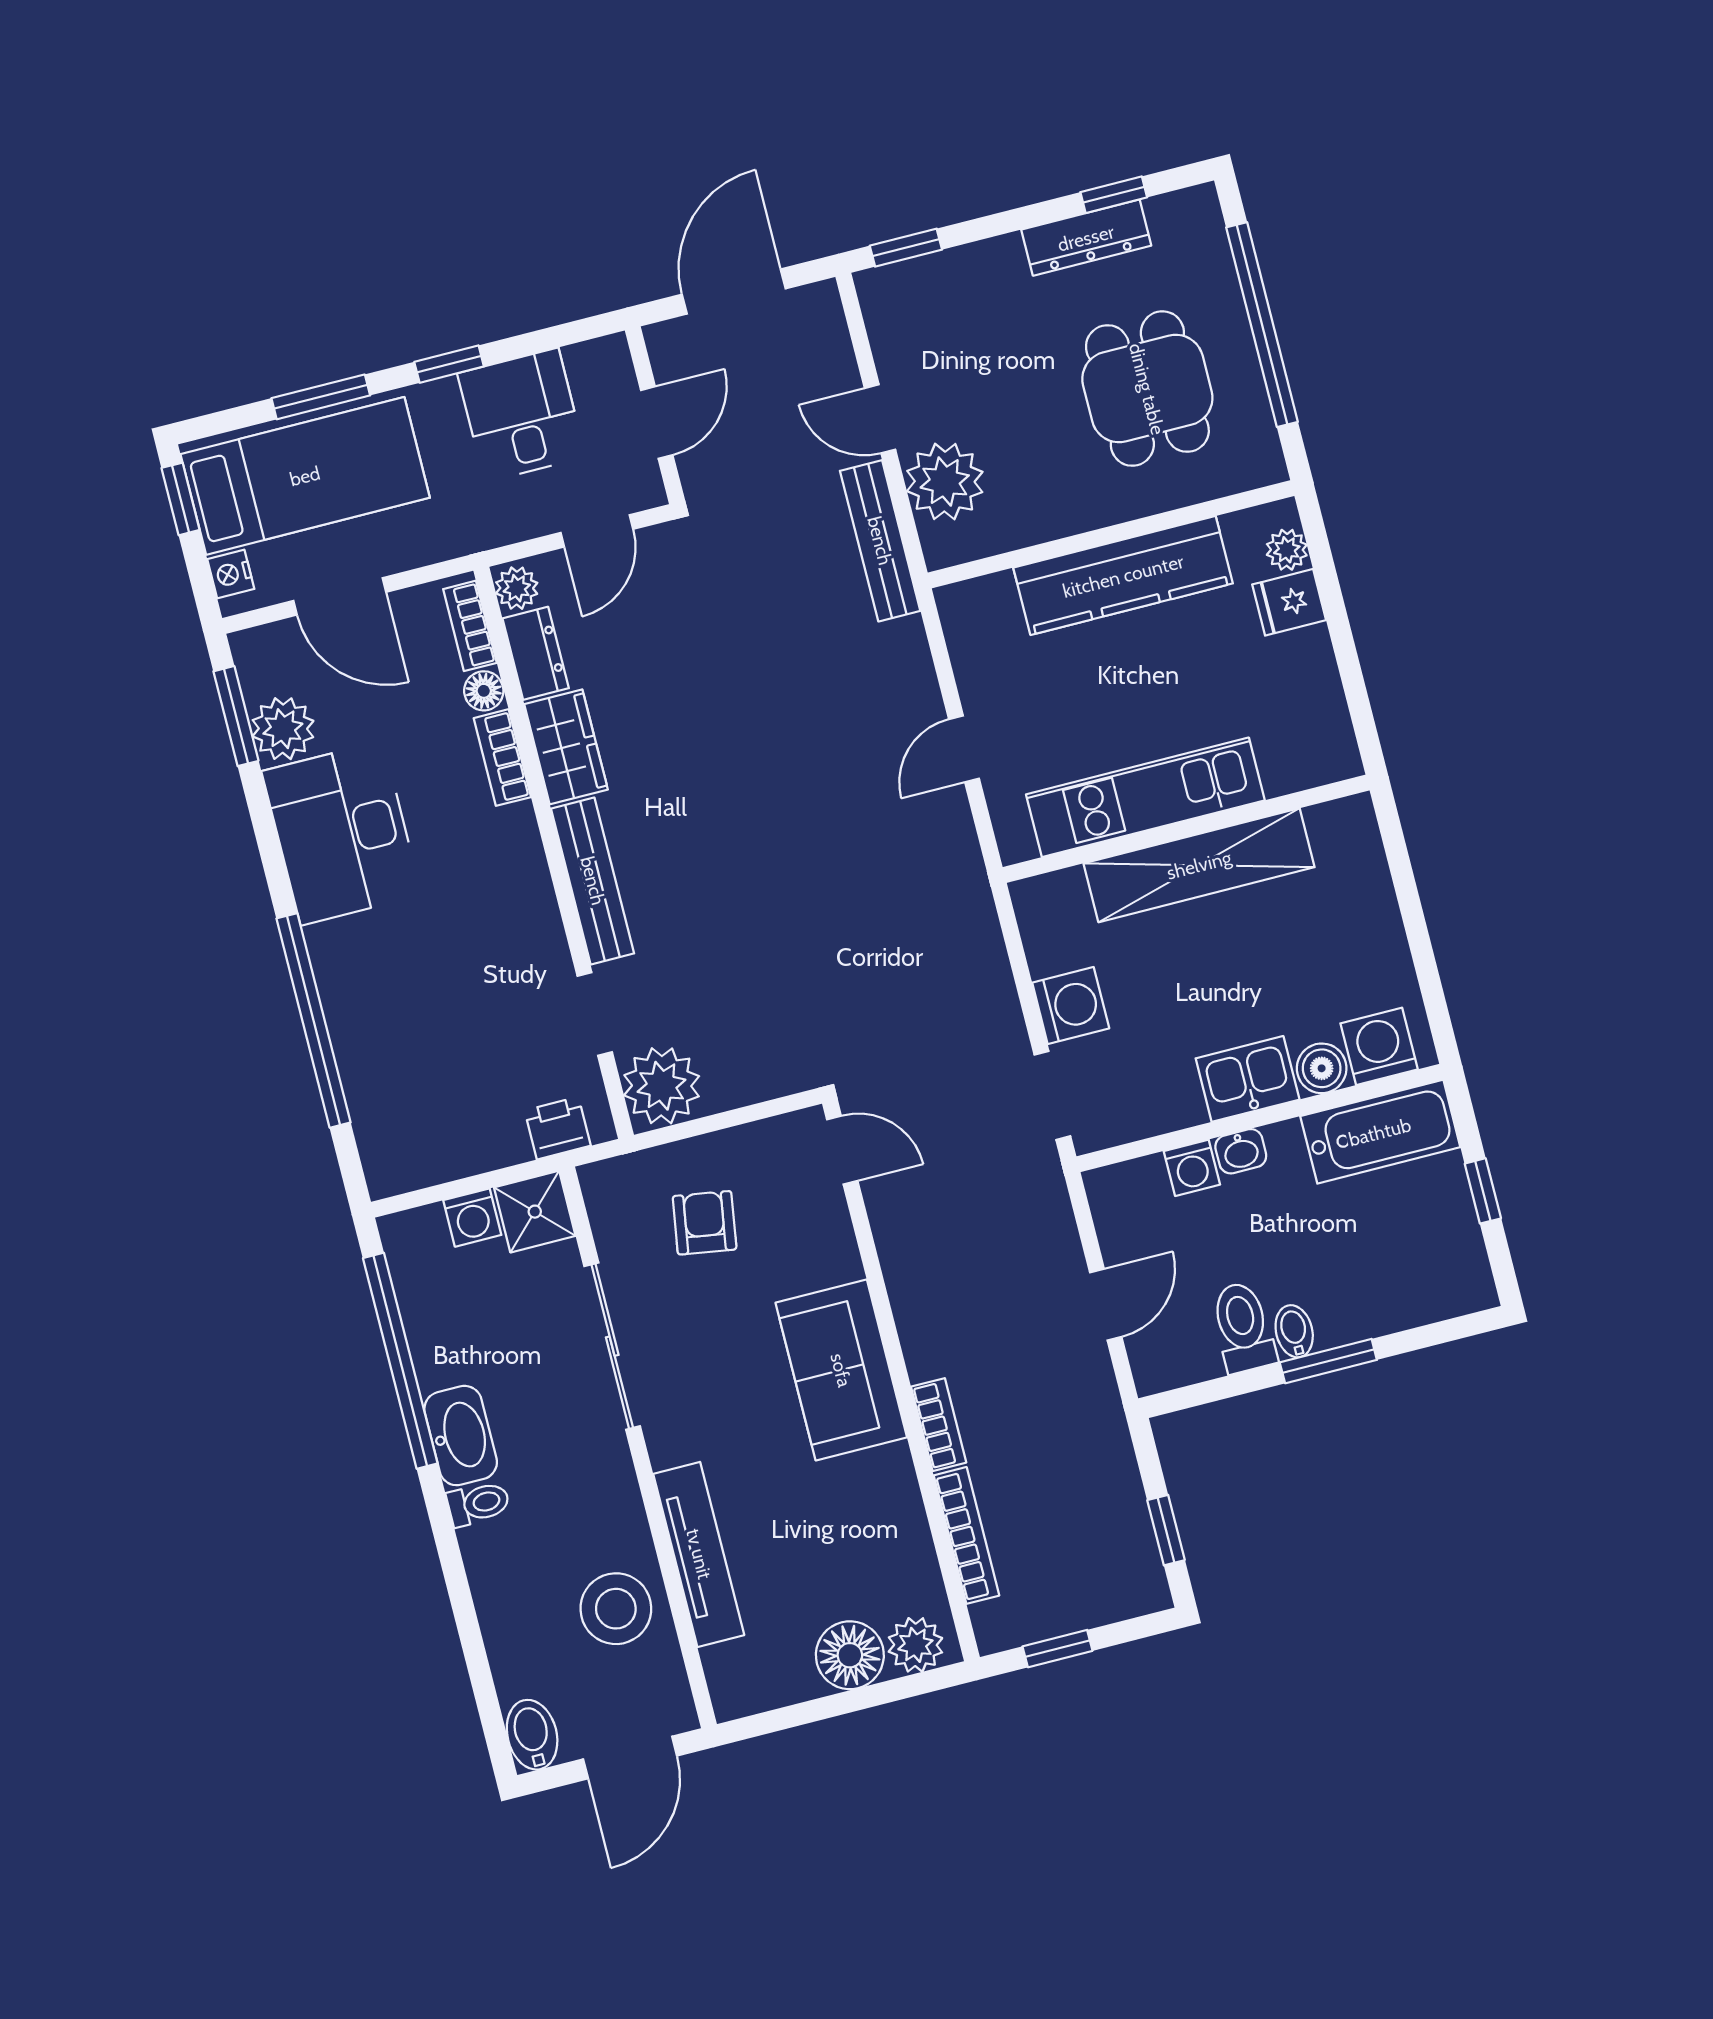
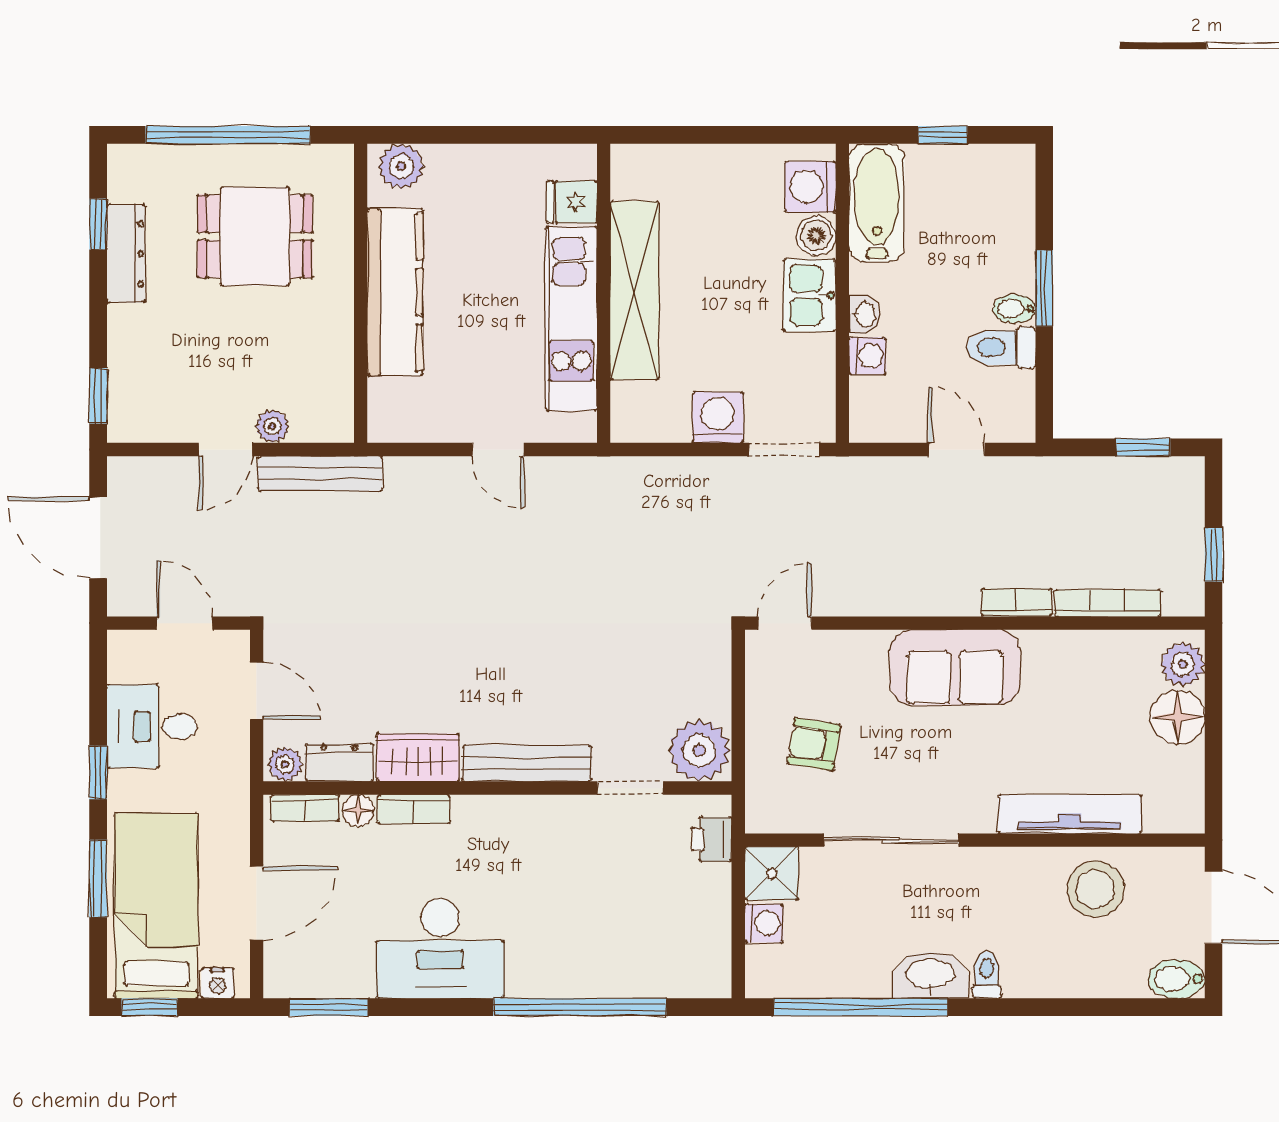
plant: (945, 482) -> (272, 426), width x0.53, depth x0.53
plant: (1287, 550) -> (401, 166), width x1.38, depth x1.38
fridge: (1289, 602) -> (572, 202), moved, turned 90
plant: (283, 729) -> (348, 973), removed

